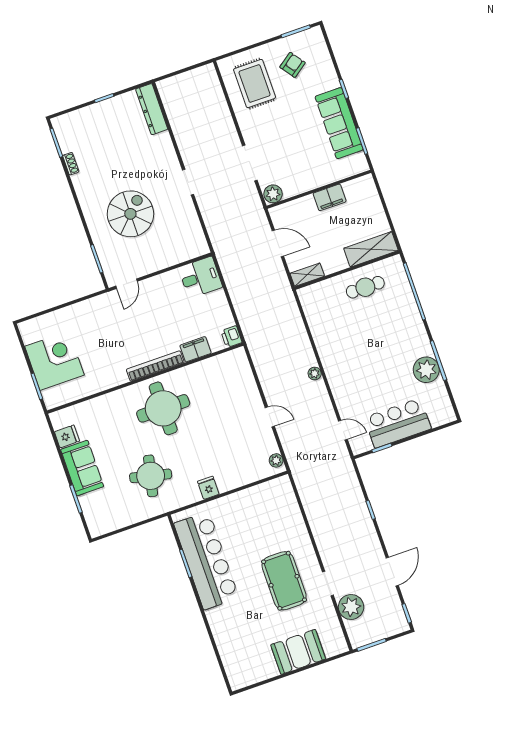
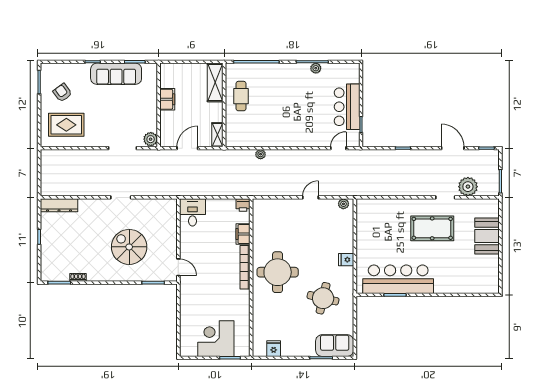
plant: (426, 370) -> (316, 68), width x0.53, depth x0.53
plant: (315, 373) -> (261, 154), moved
sofa: (82, 468) -> (335, 346), moved

